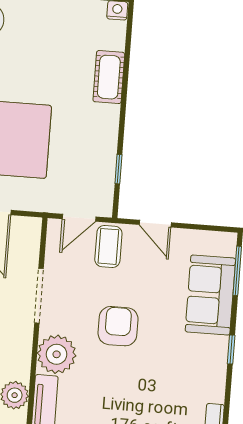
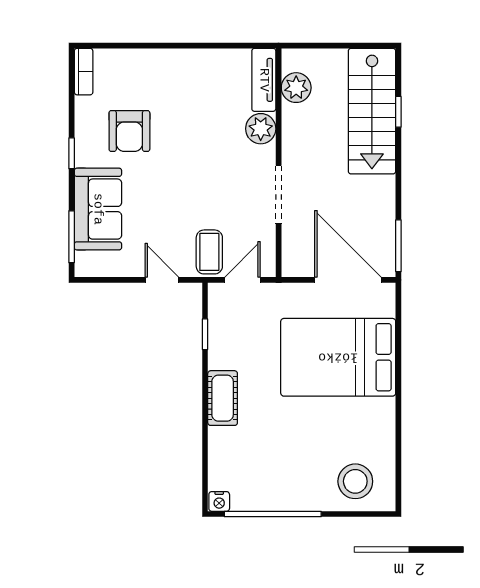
cot: (109, 77) -> (223, 398), moved
armchair: (118, 326) -> (129, 131), moved
plant: (57, 354) -> (261, 129), width x0.73, depth x0.73

